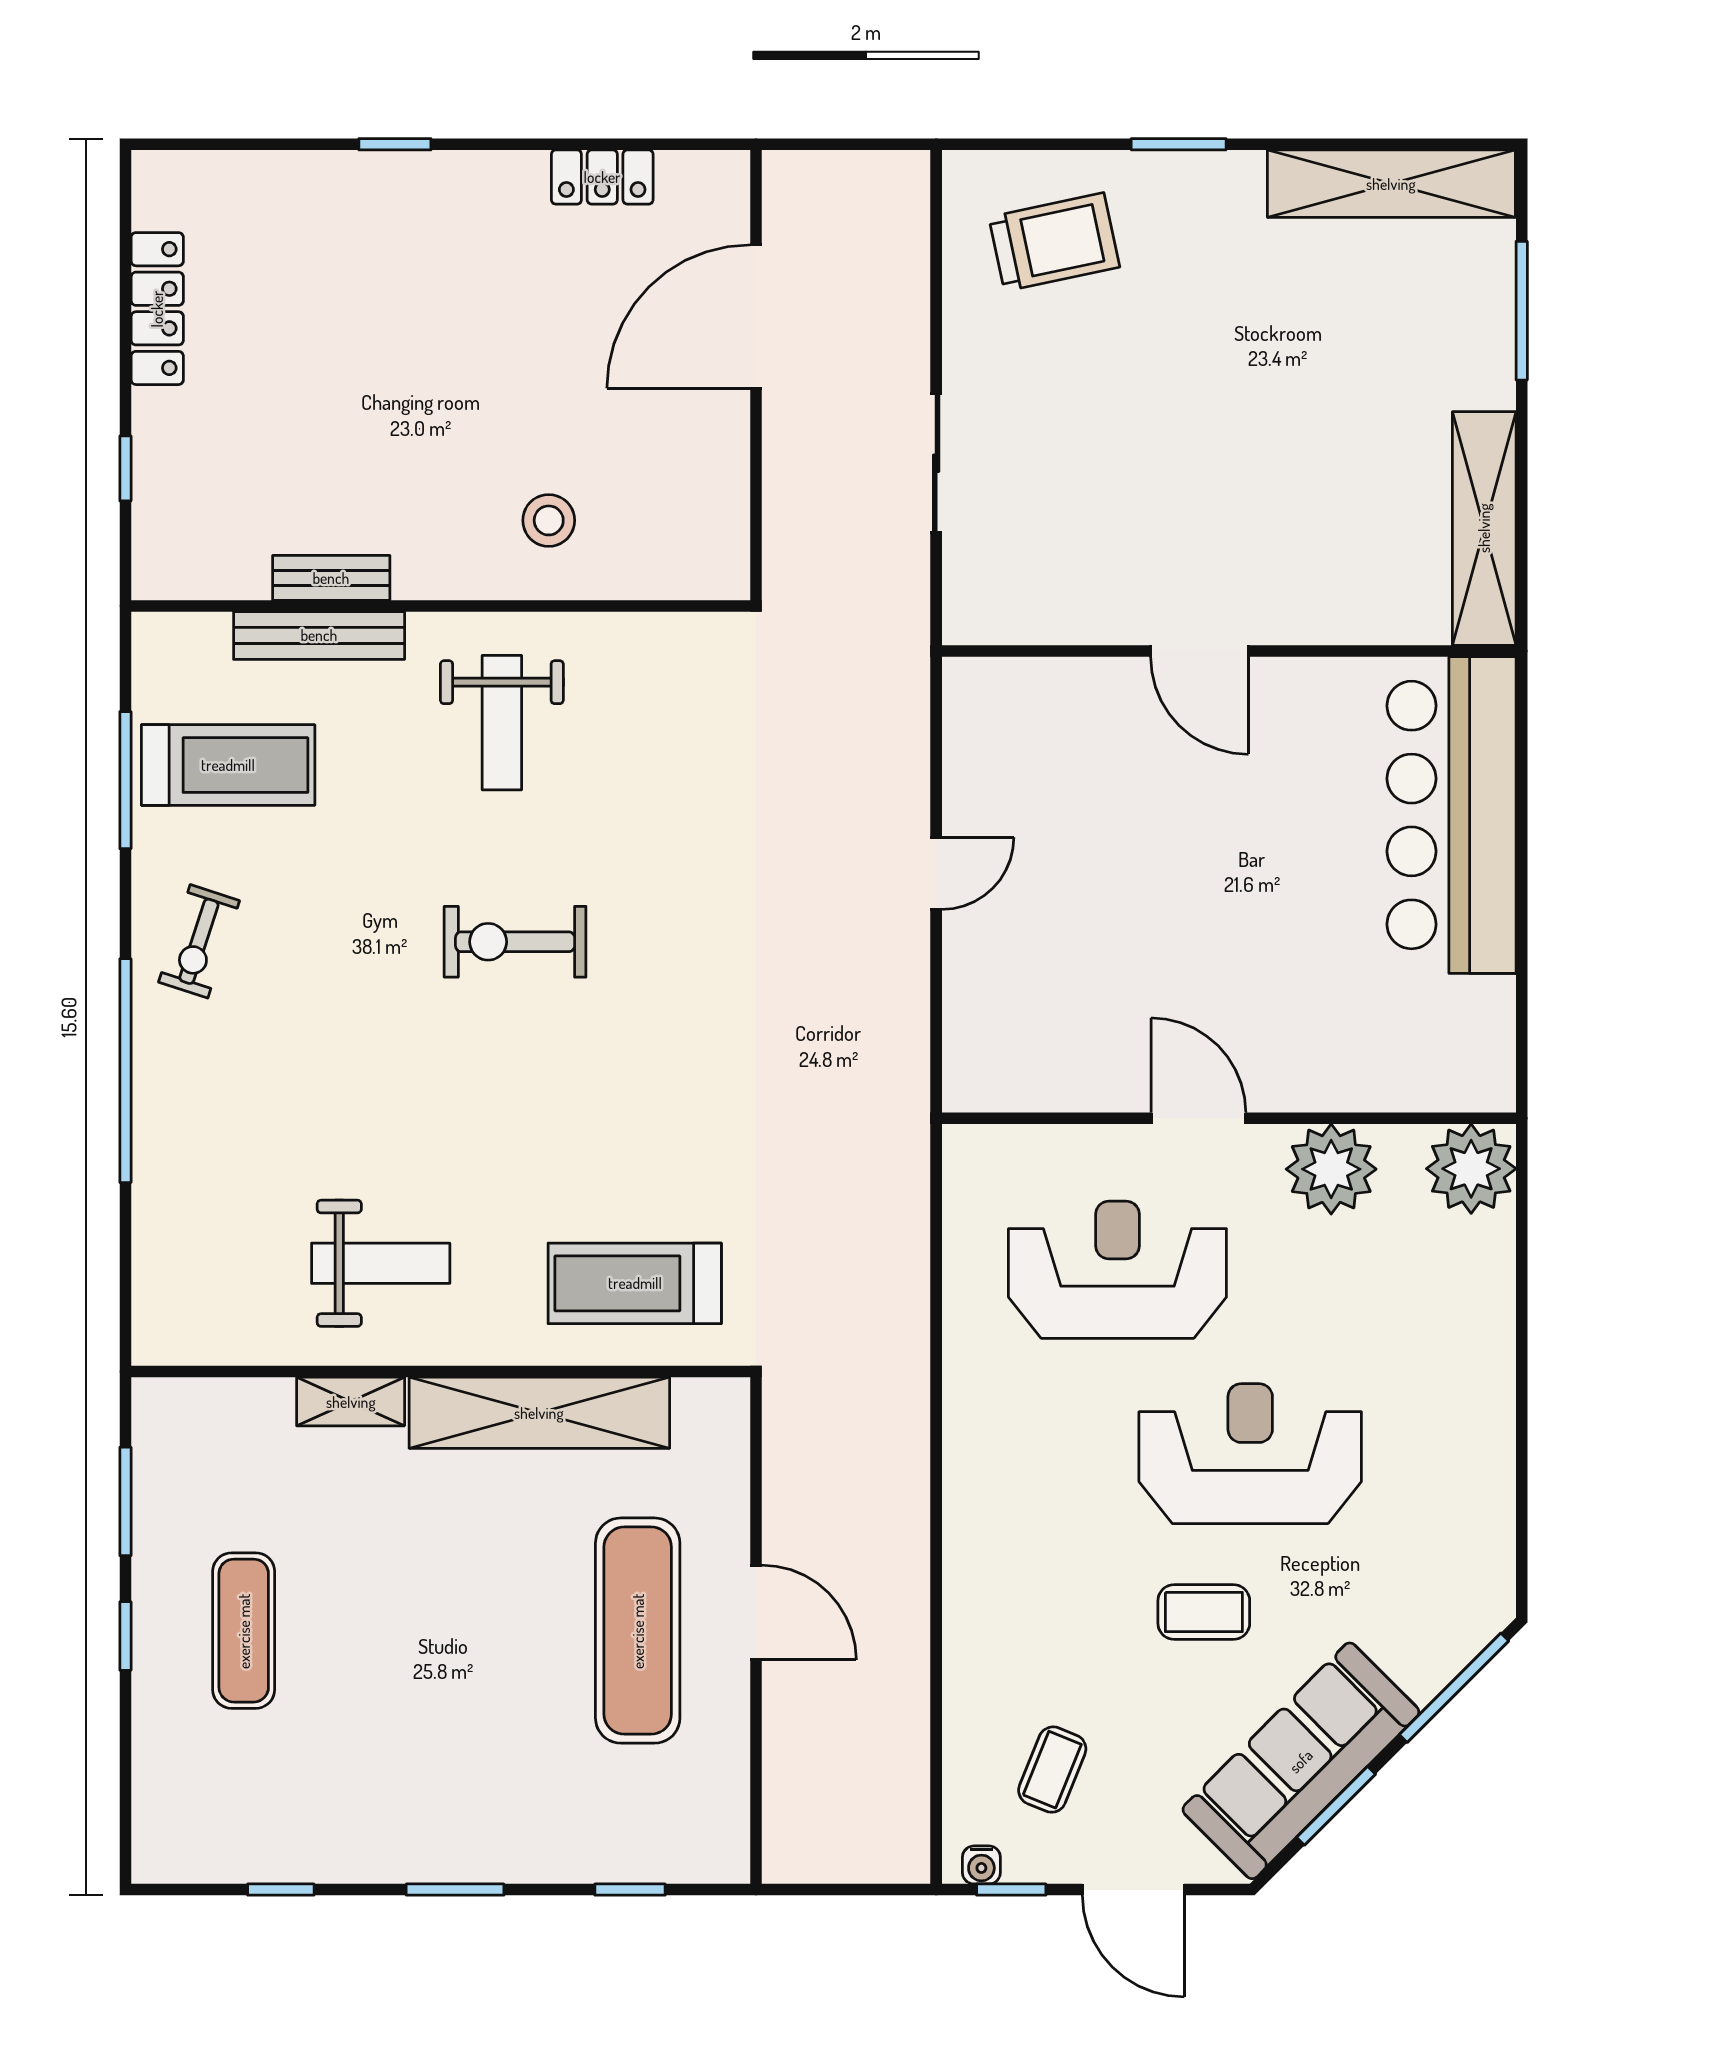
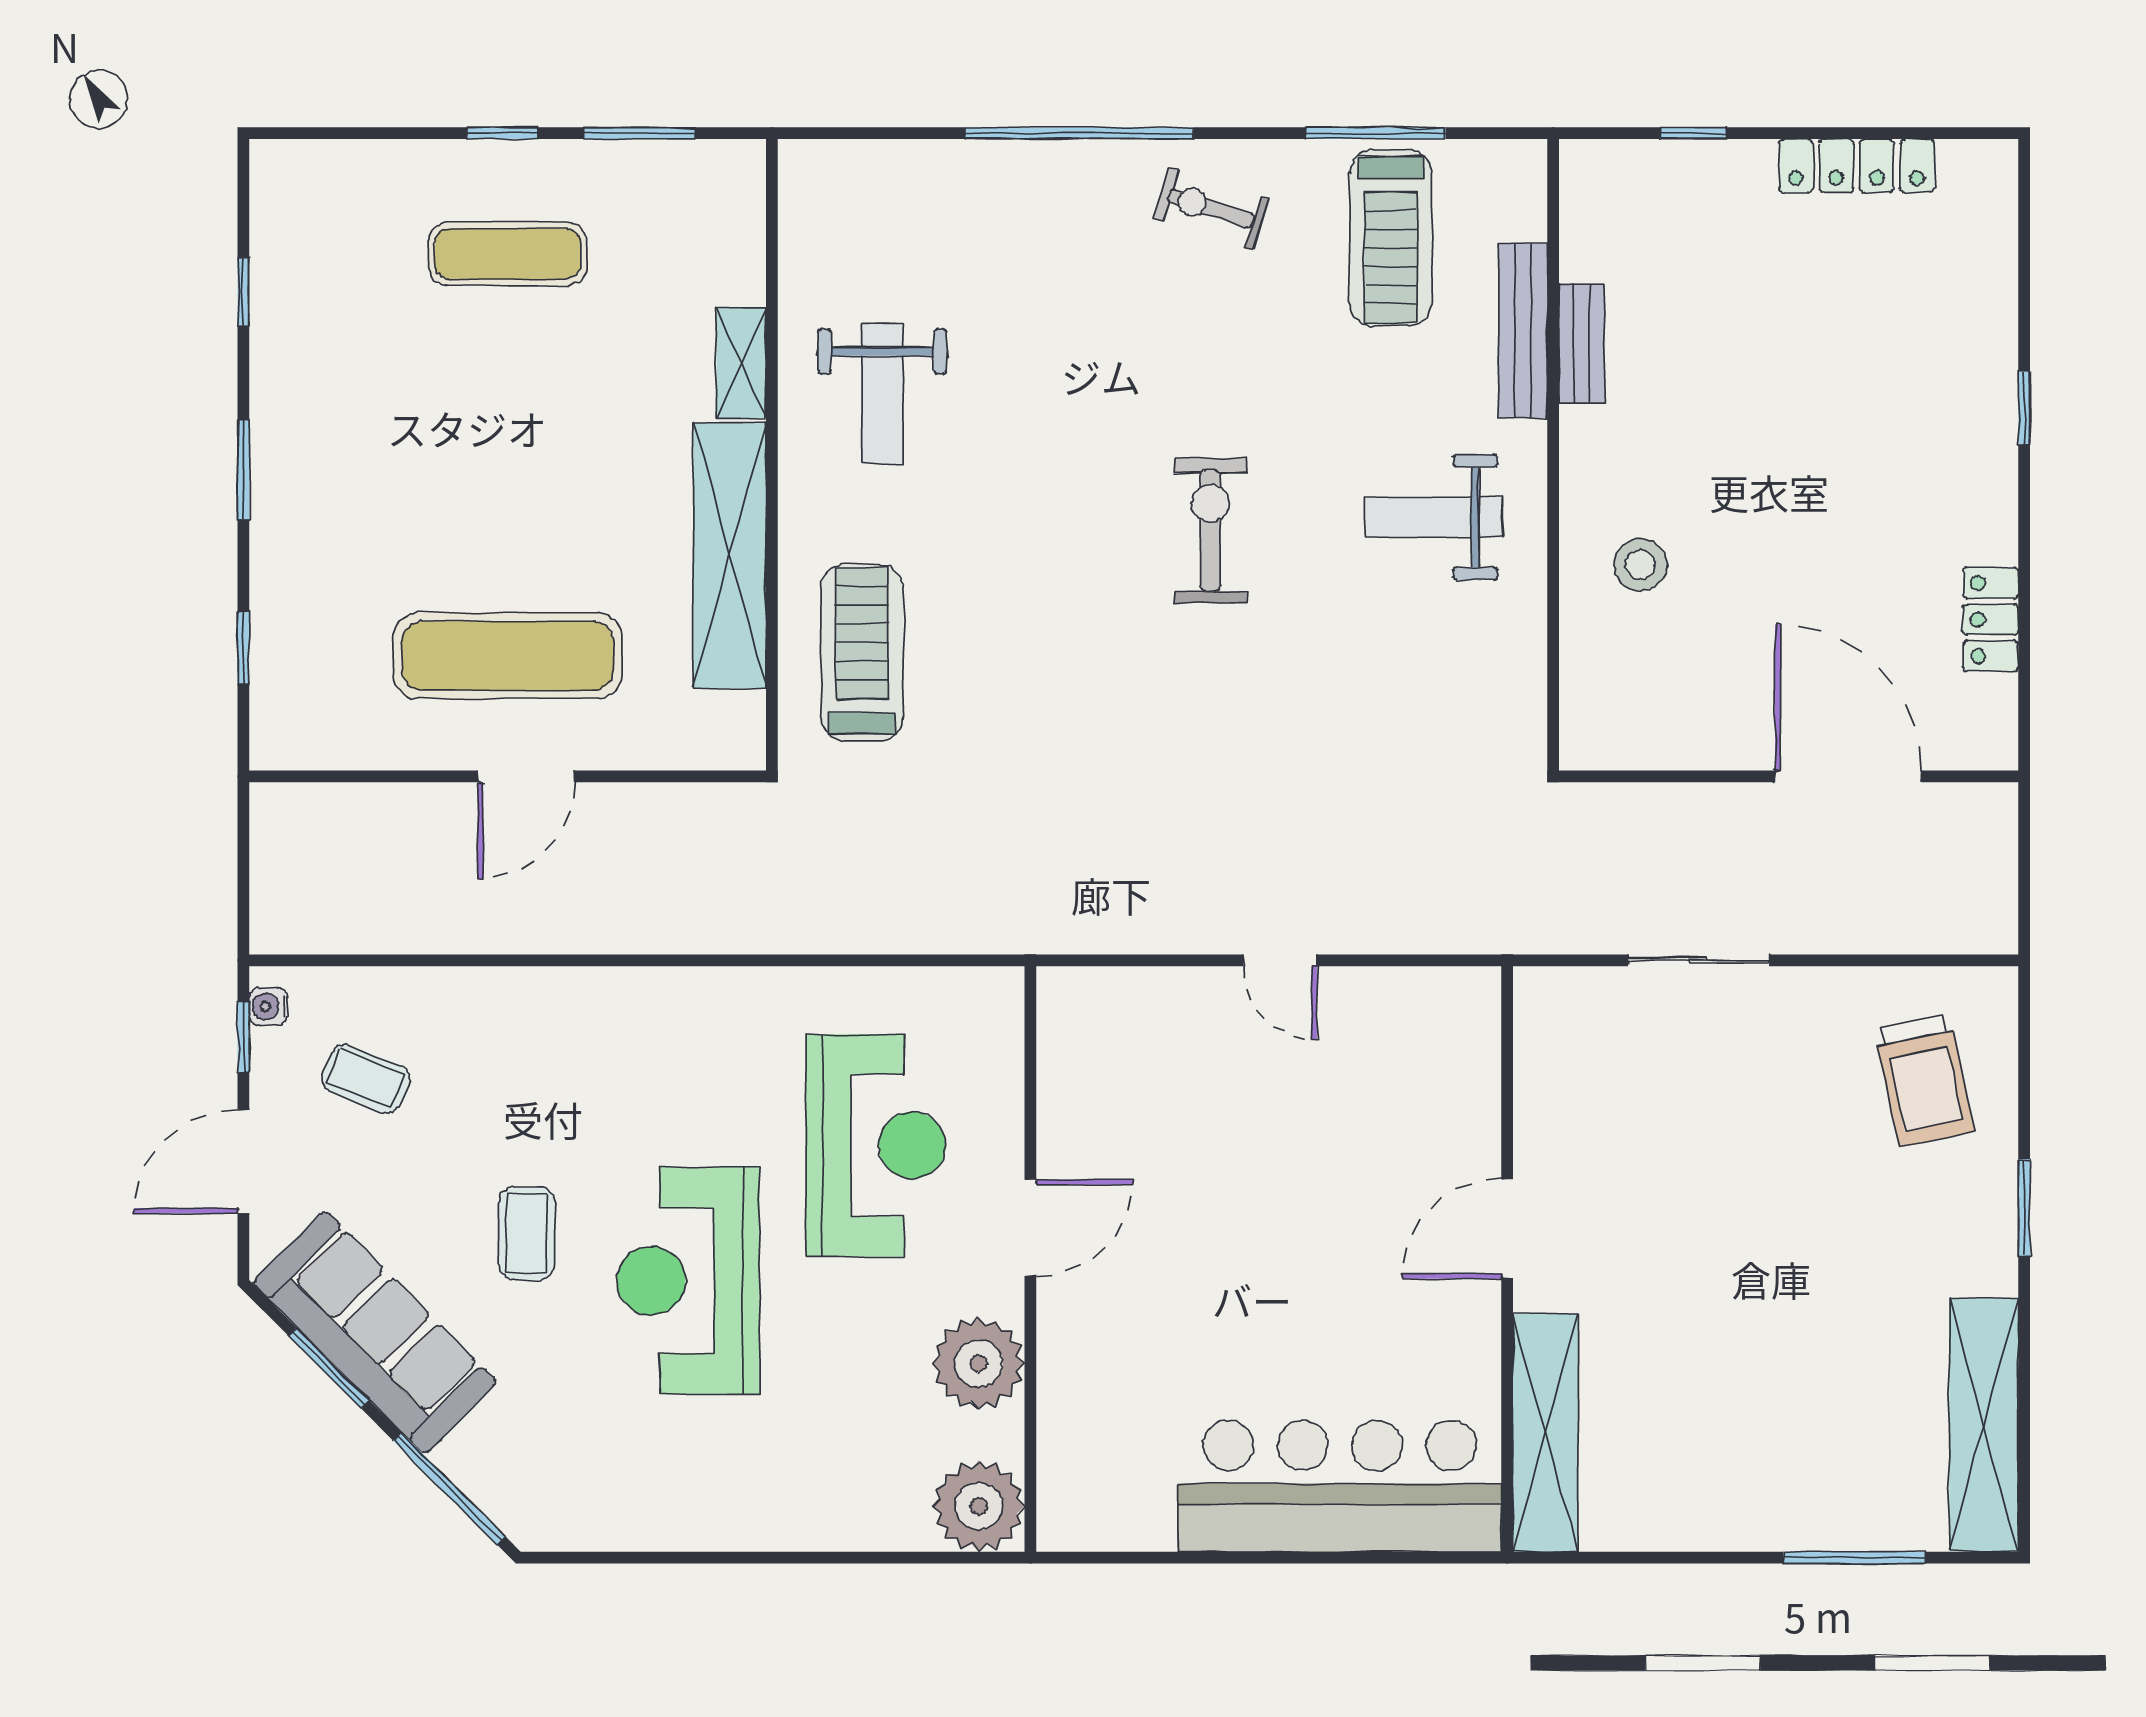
shelving: (1484, 528) -> (1545, 1433), moved, turned 90
reception desk: (1250, 1454) -> (688, 1281), turned 180

